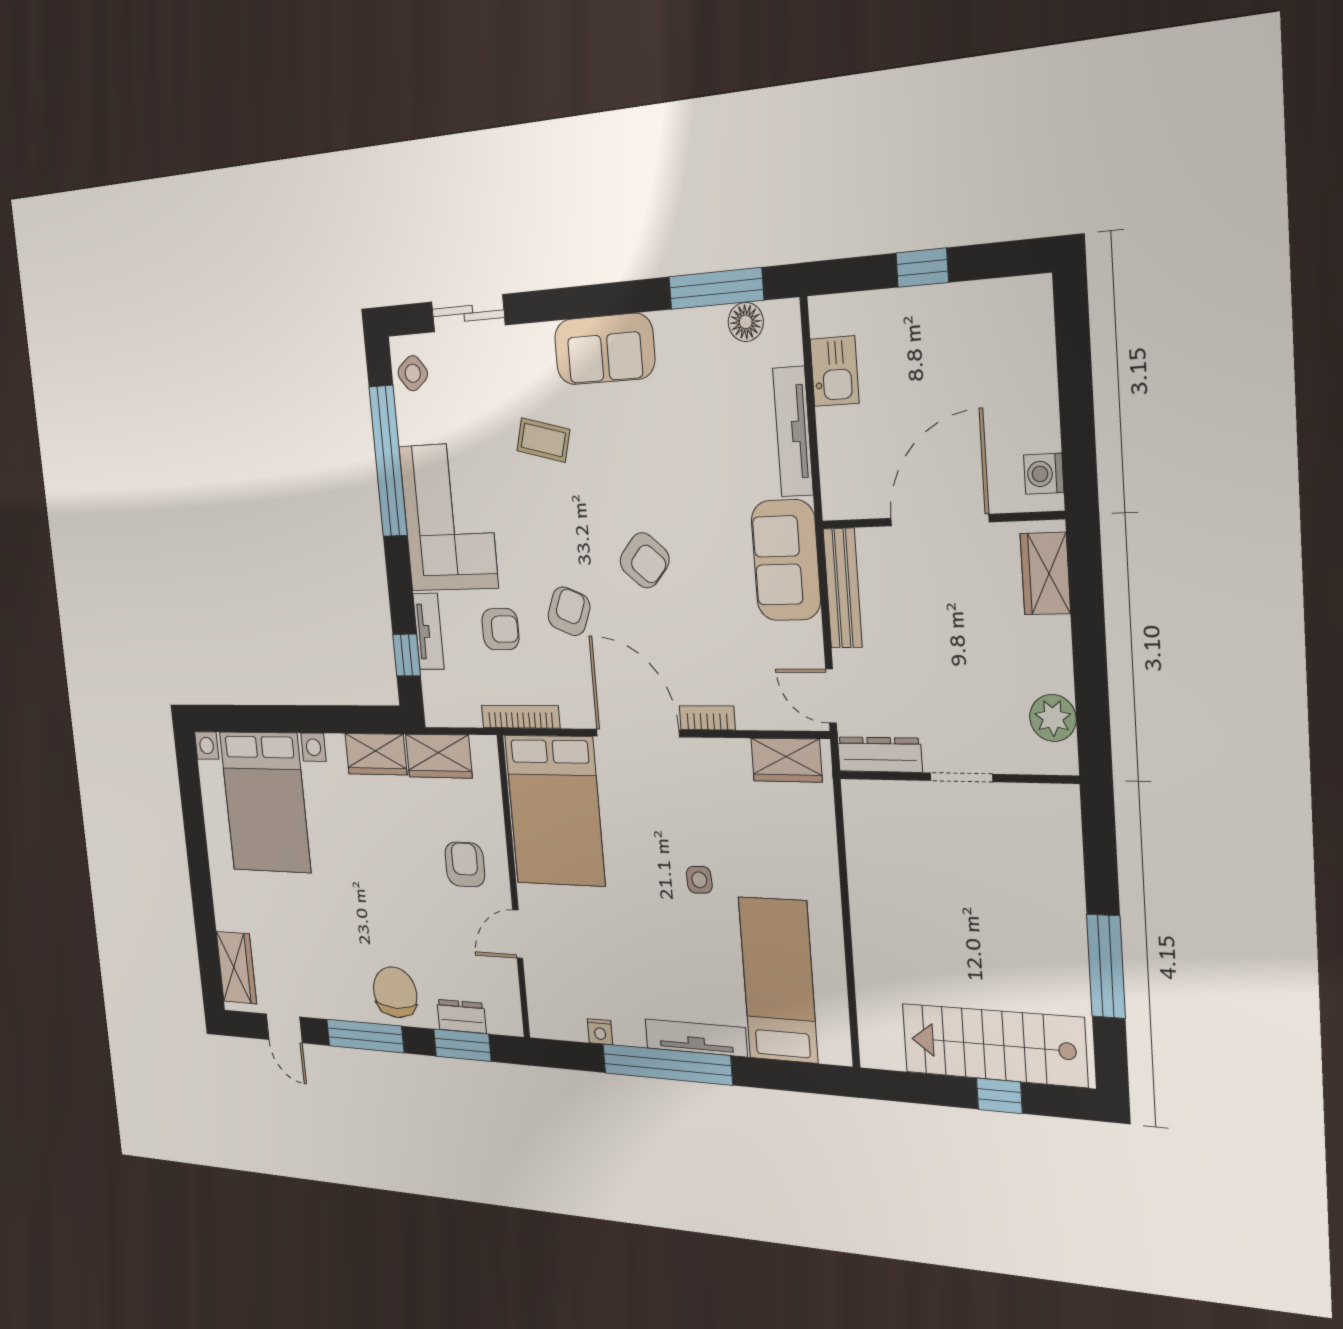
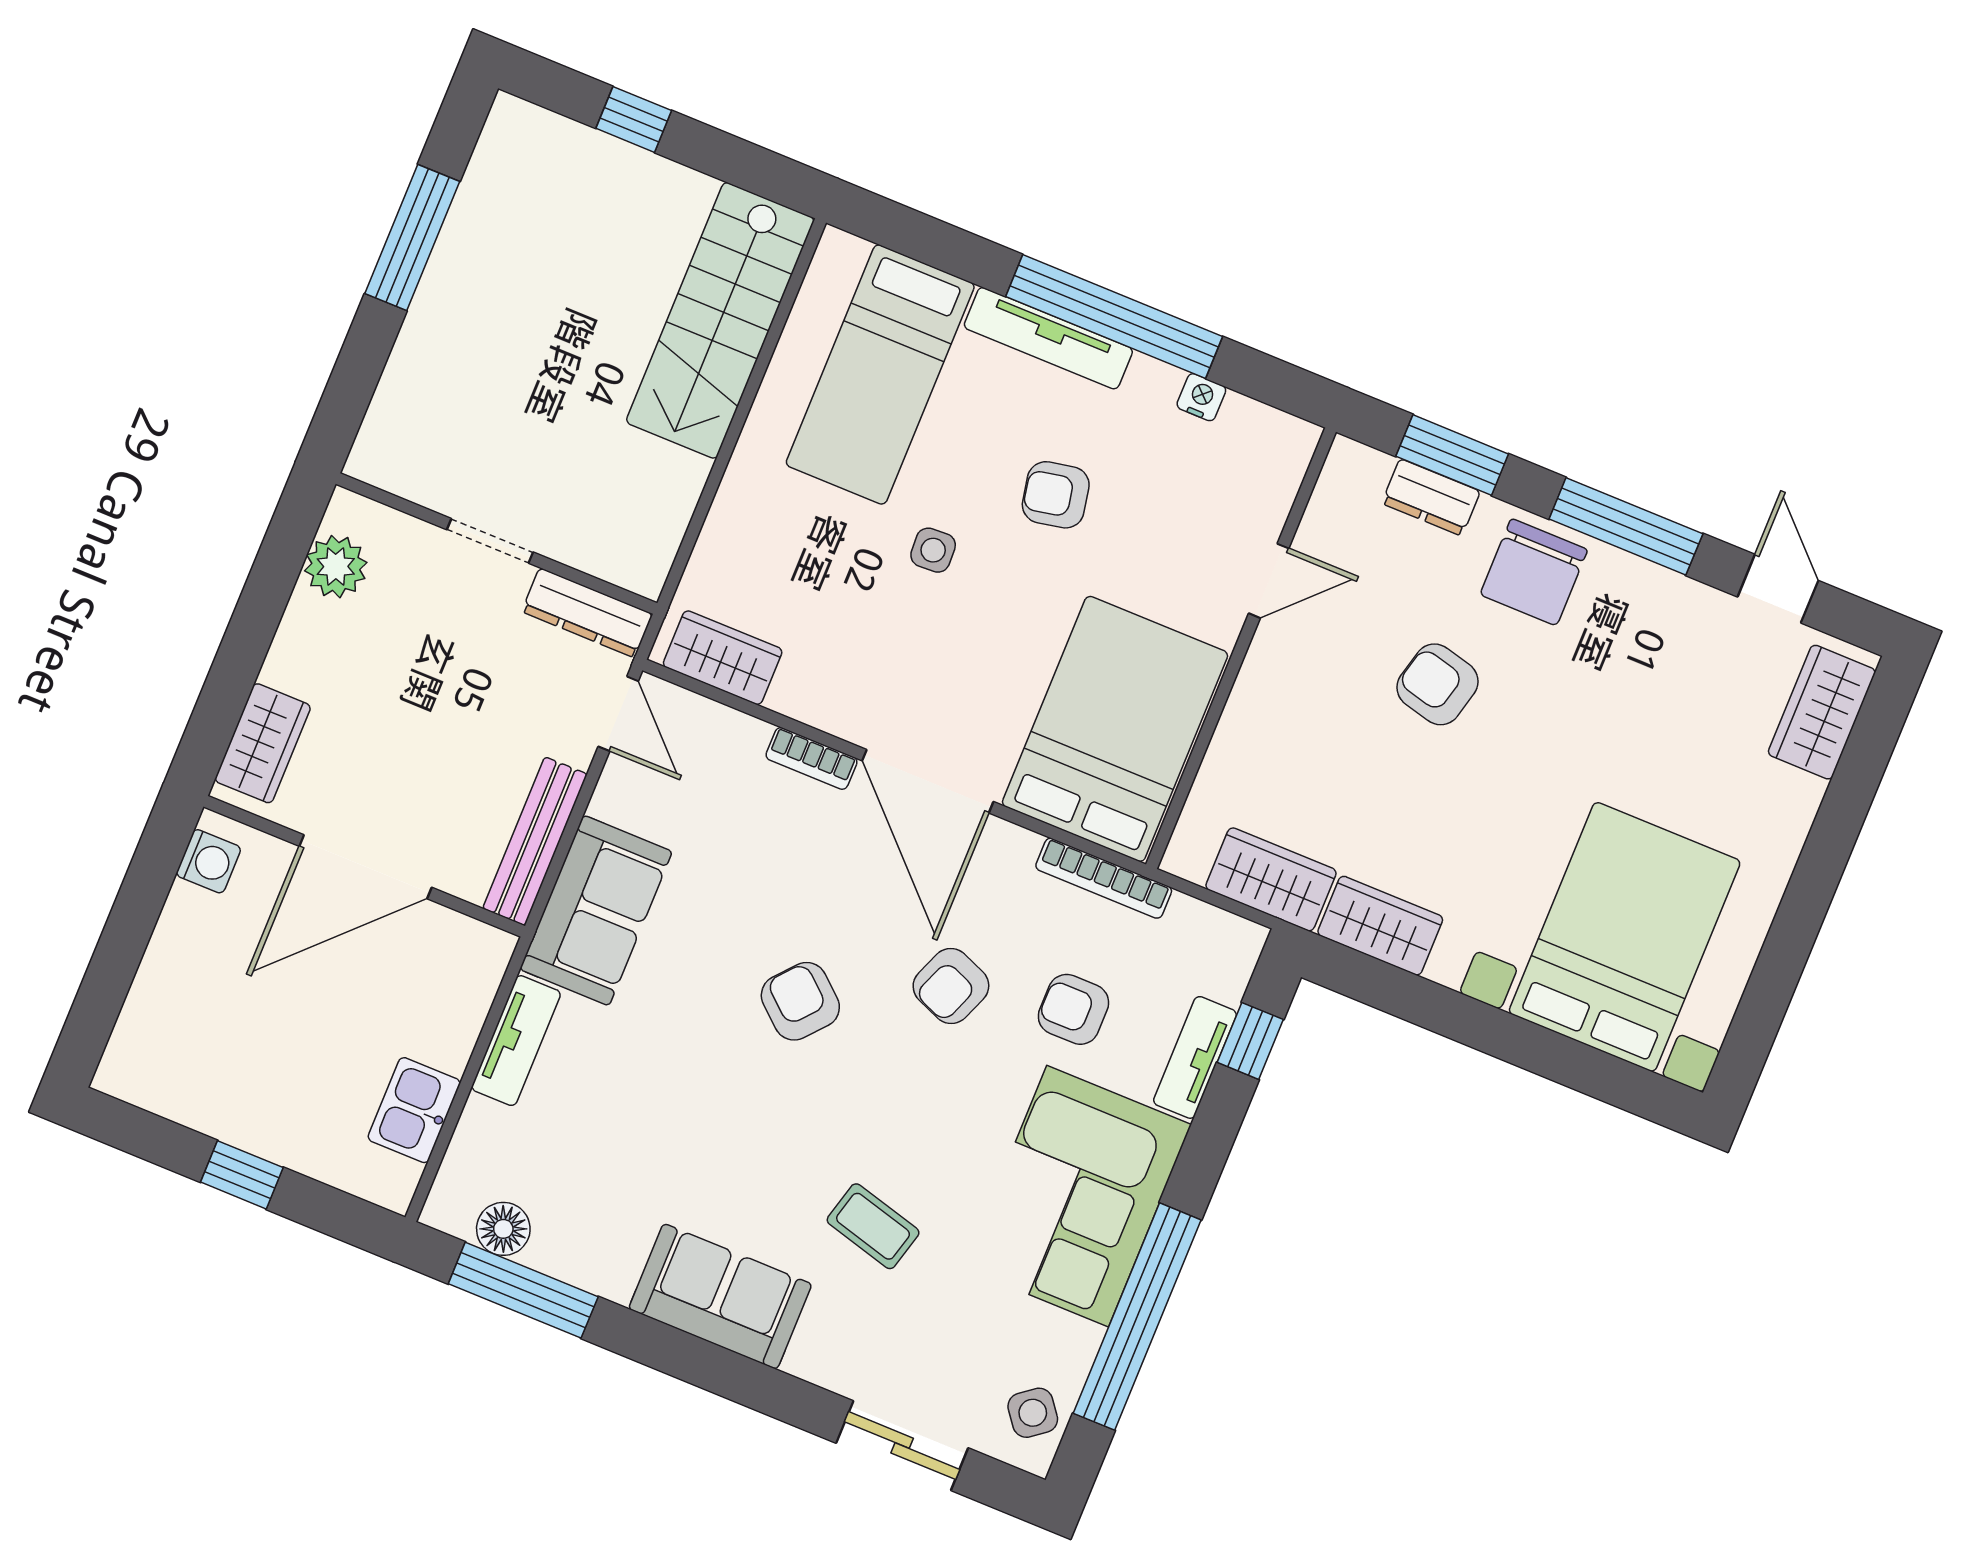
tv unit: (793, 432) -> (516, 1041), width x0.71
armchair: (465, 864) -> (1437, 684), moved, turned 104
armchair: (649, 942) -> (1056, 495), added
stairs: (994, 1045) -> (720, 320), moved, turned 90

